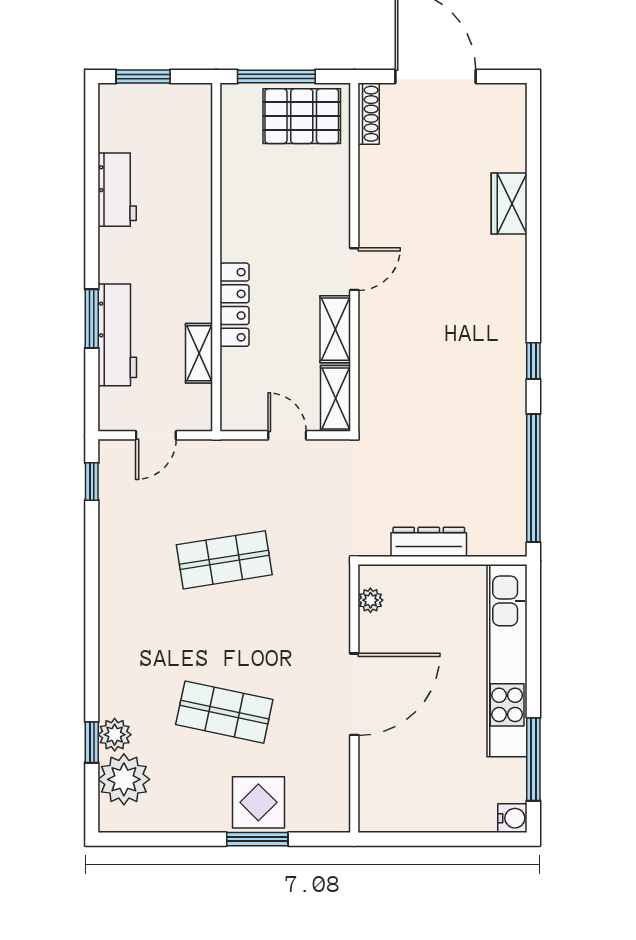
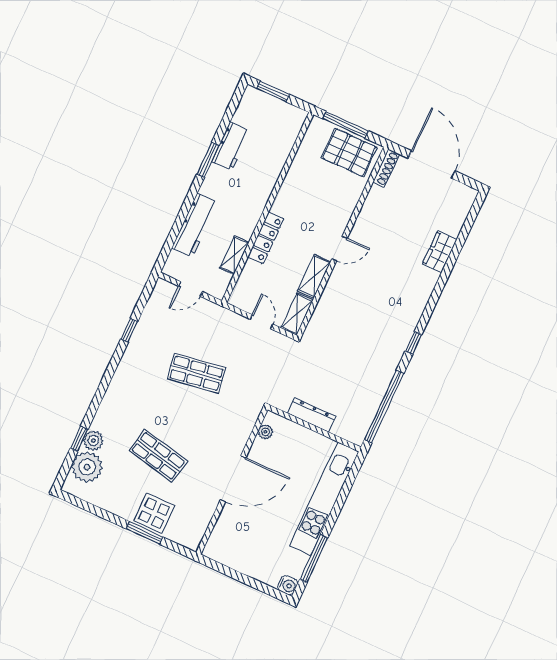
window: (92, 319) -> (208, 160), moved
window: (92, 481) -> (129, 330), moved

